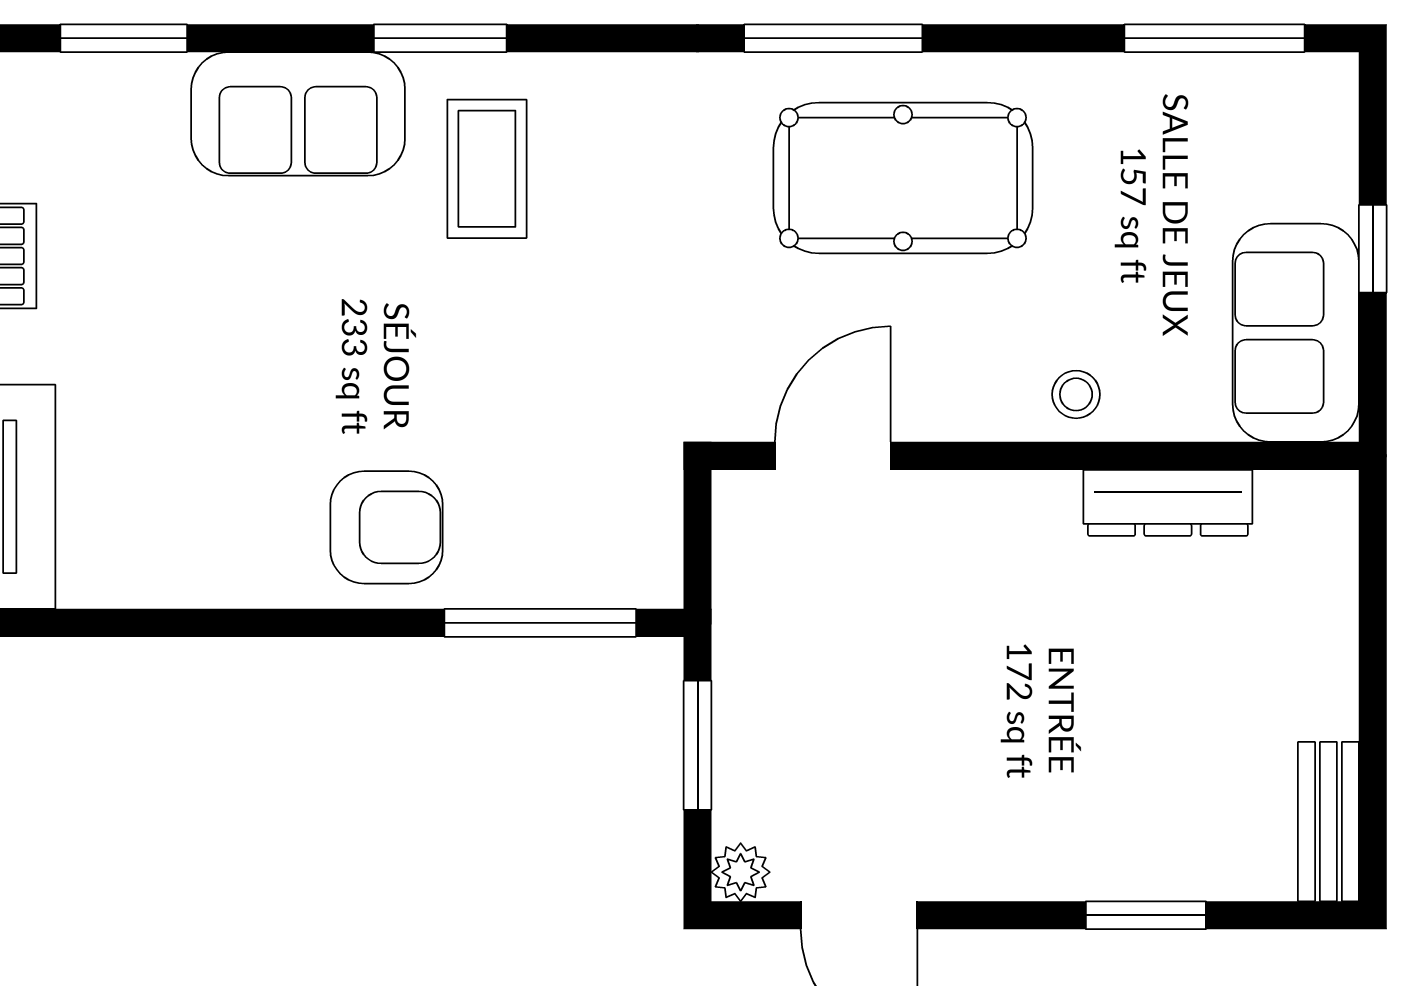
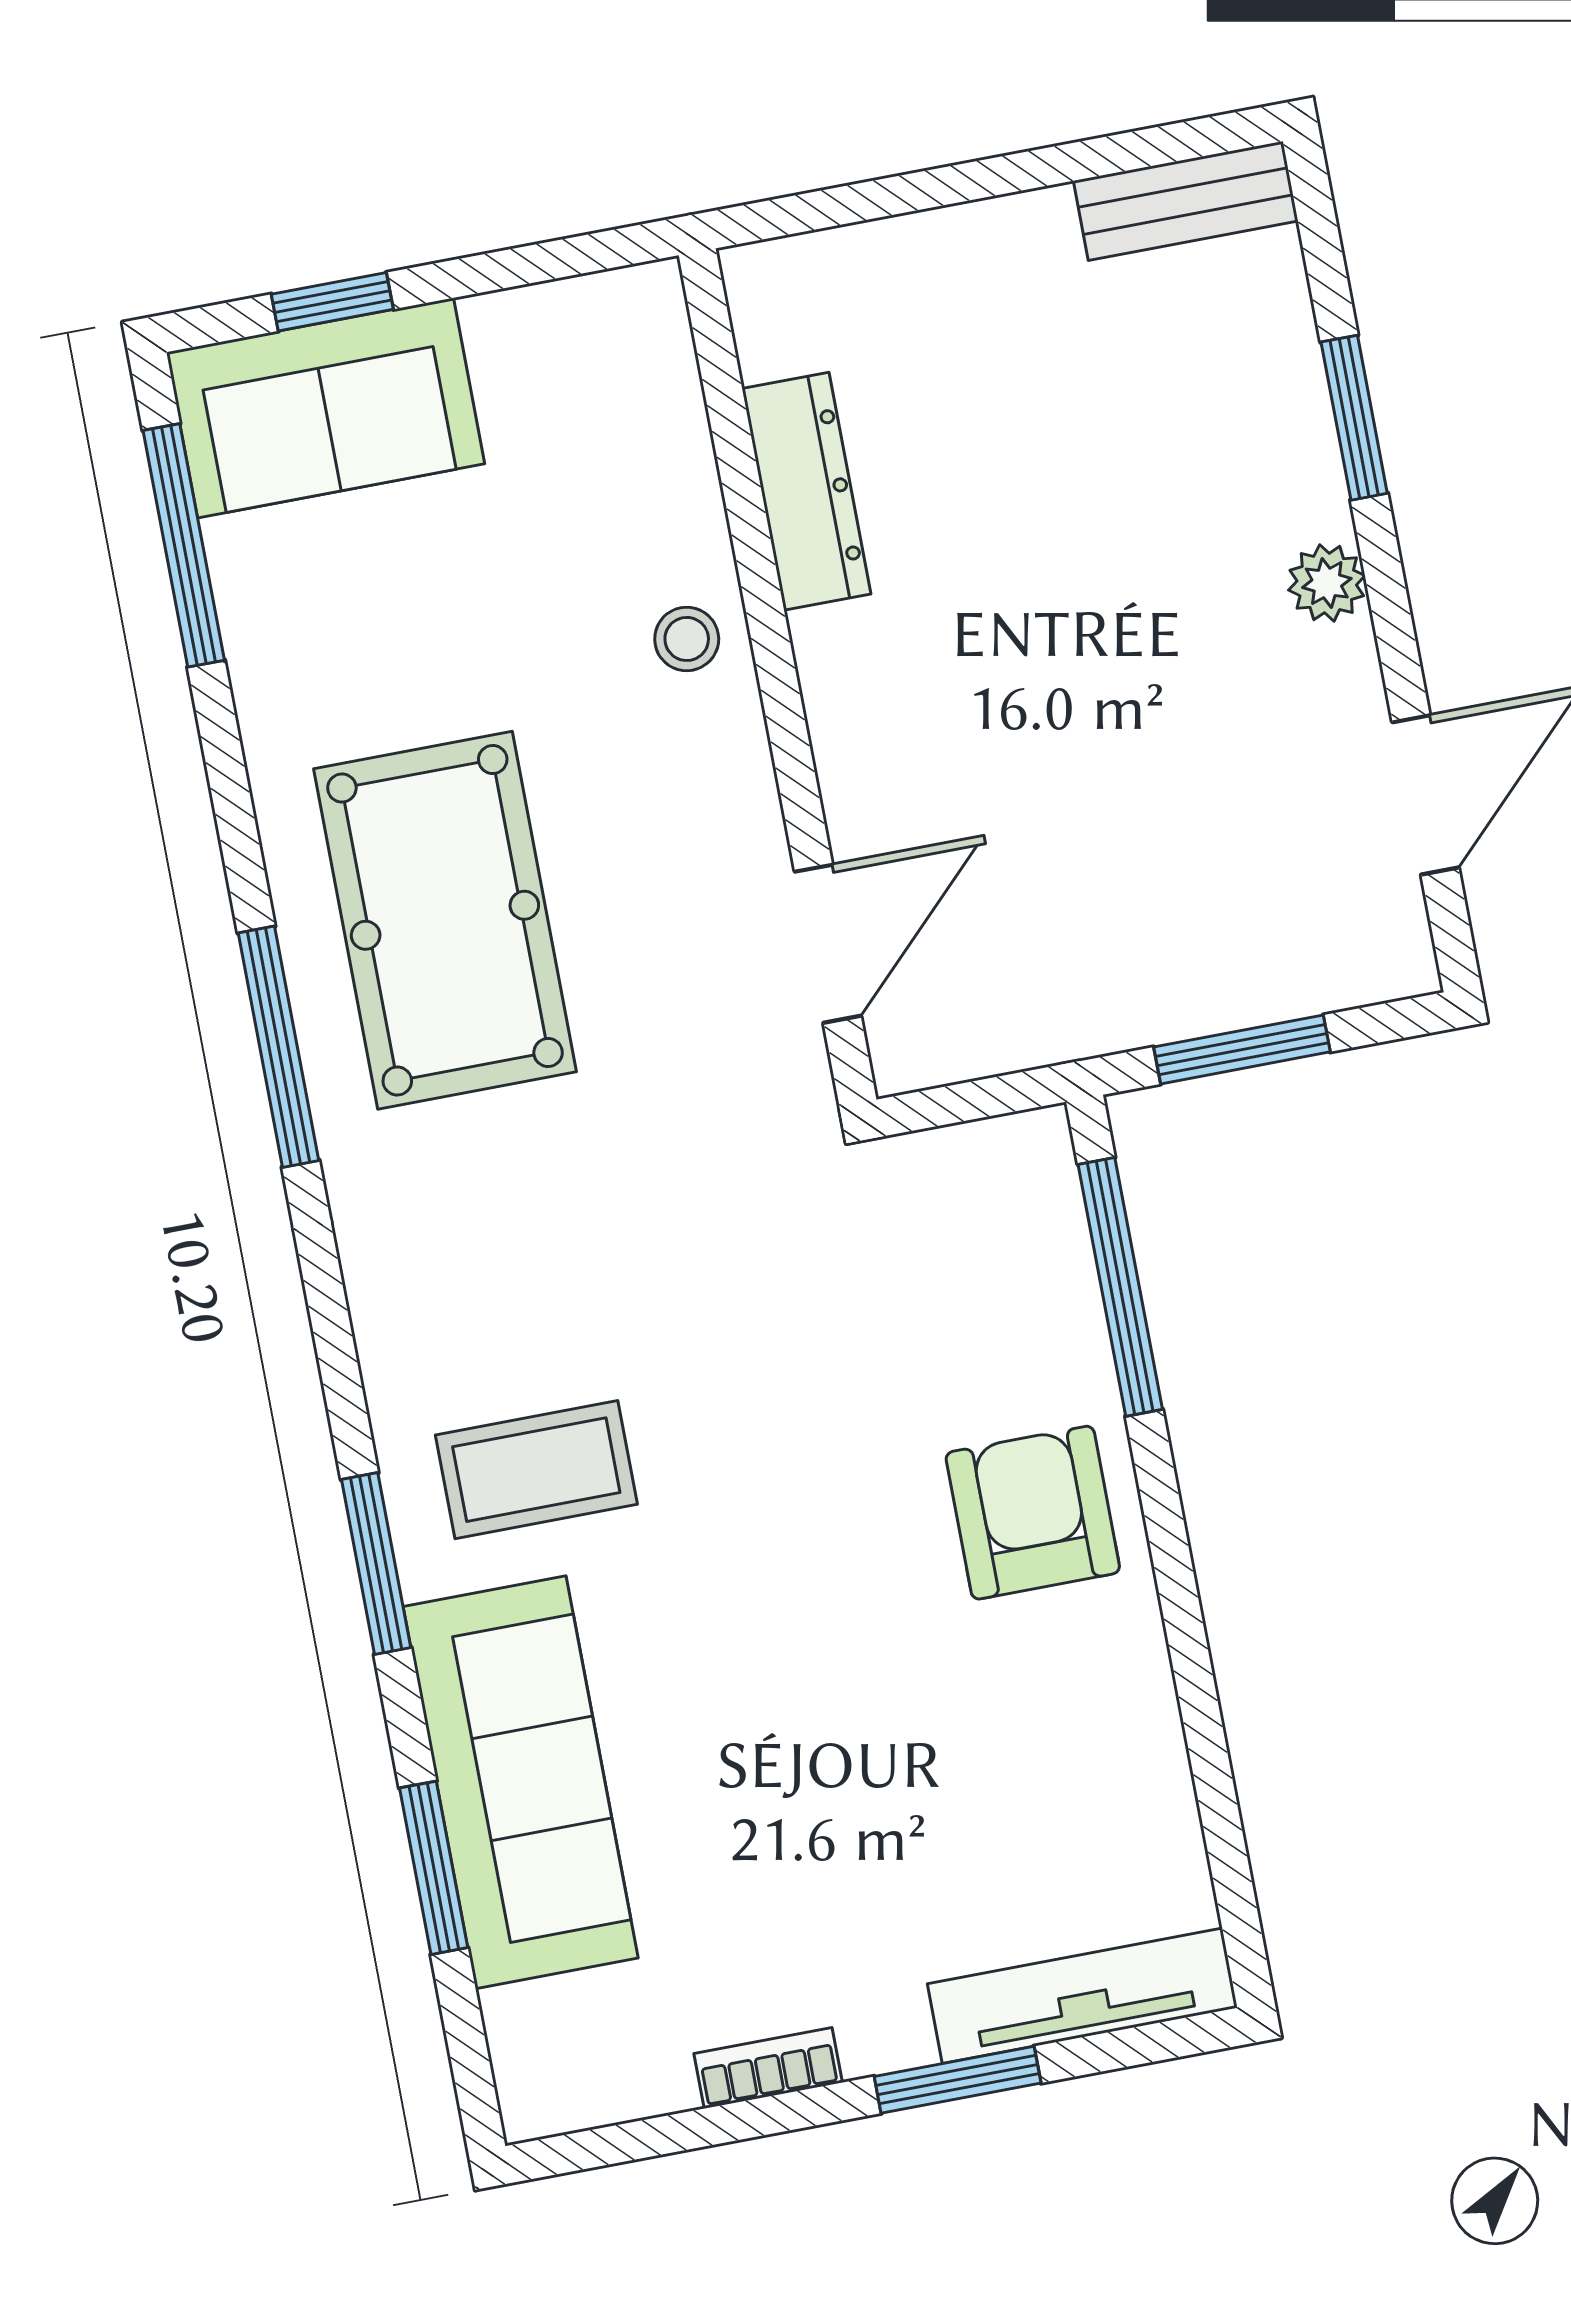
window: (124, 38) -> (434, 1868), moved
sofa: (298, 114) -> (521, 1782), width x1.36
window: (1373, 249) -> (332, 302), moved
sofa: (1296, 333) -> (325, 408), moved
door: (833, 456) -> (828, 944), swing flipped
plant: (741, 872) -> (1327, 583), moved

